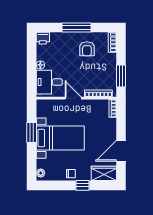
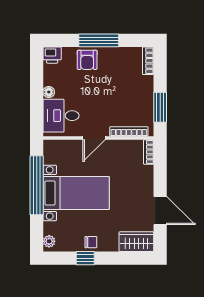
armchair: (87, 49) -> (87, 60), moved
door: (73, 98) -> (94, 138), swing flipped
window: (32, 132) -> (37, 185), width x2.11
door: (121, 151) -> (160, 210), swing flipped
window: (82, 185) -> (85, 258), moved

